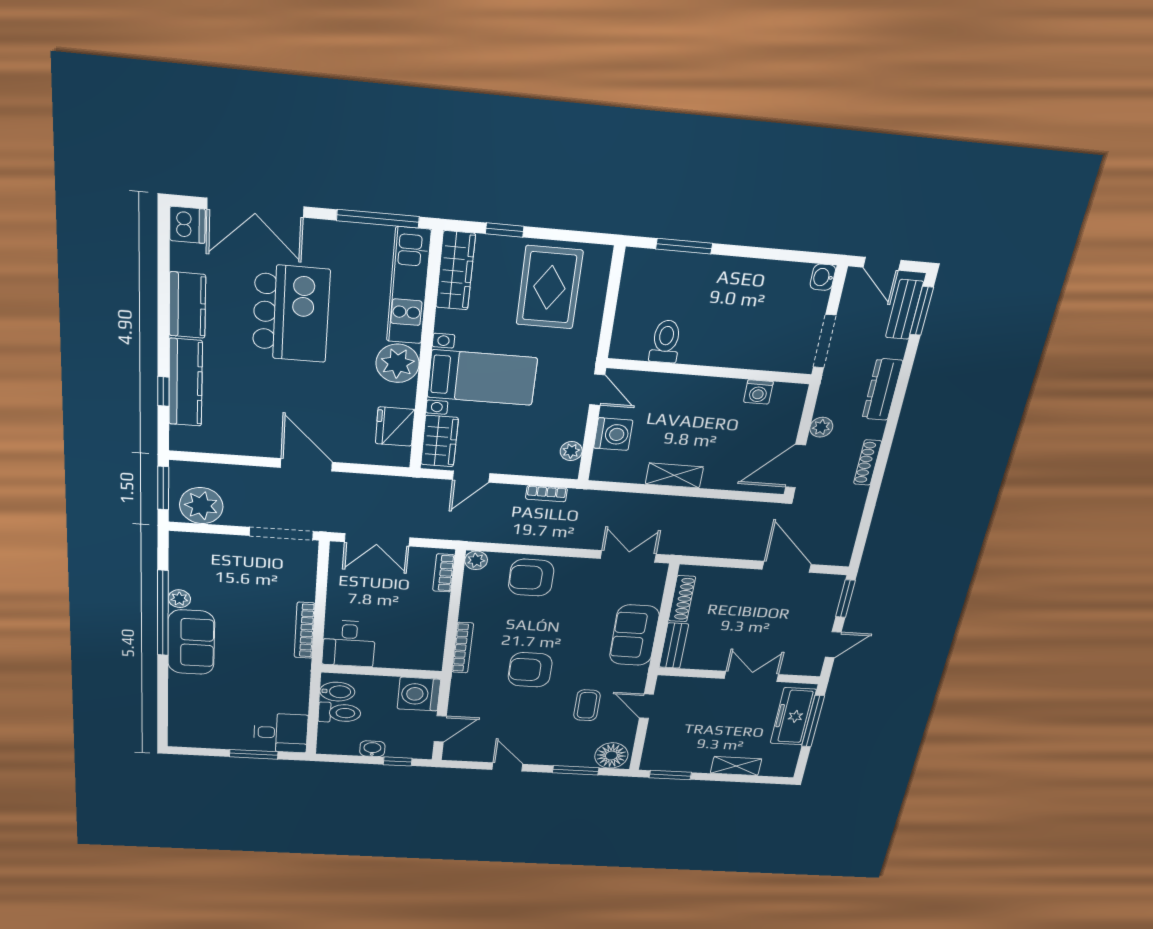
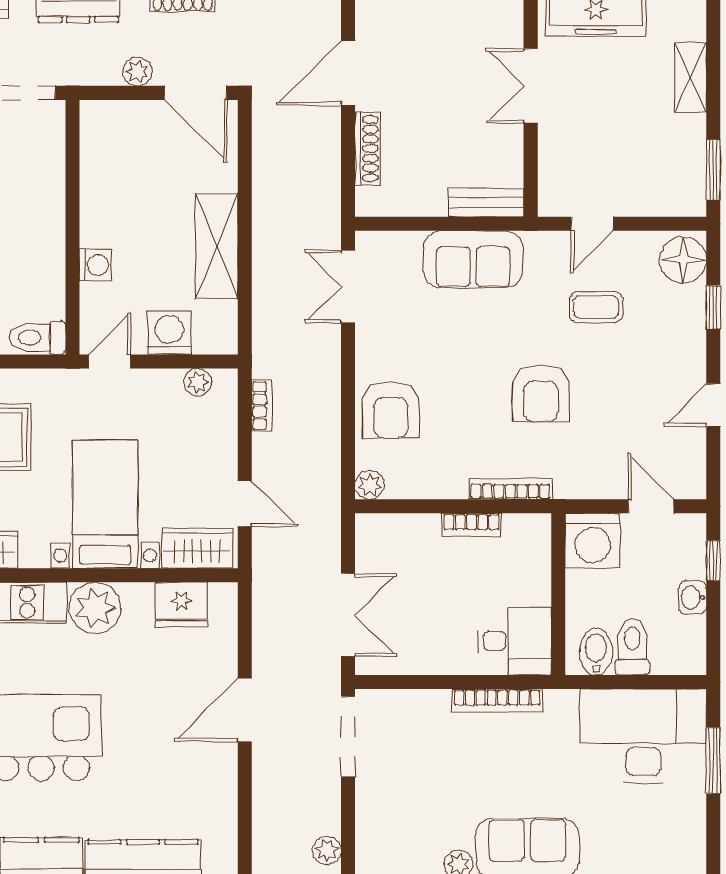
toilet: (666, 341) -> (38, 338), moved
washing machine: (758, 392) -> (95, 265), moved
shelving: (674, 475) -> (217, 246), width x1.50, depth x1.33
plant: (201, 506) -> (327, 850), width x0.53, depth x0.53
bookcase: (444, 573) -> (471, 525), moved
shoe rack: (682, 599) -> (367, 149), moved, turned 90
desk: (281, 733) -> (643, 736), width x1.87, depth x1.30
window: (576, 770) -> (713, 307), width x0.67

